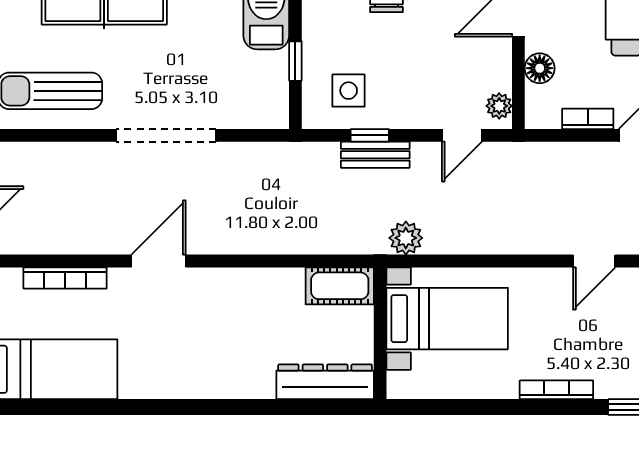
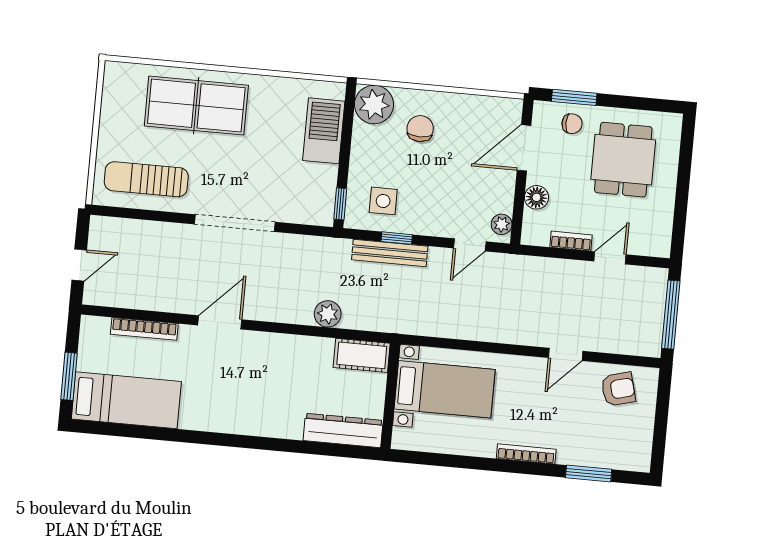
window: (295, 61) -> (340, 204), moved
bench: (375, 155) -> (390, 253), width x1.36
plant: (406, 238) -> (328, 314), moved

